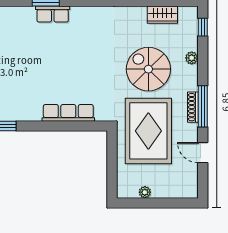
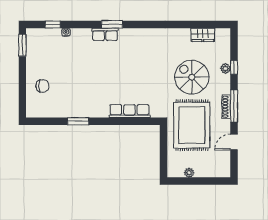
row of seats: (53, 14) -> (105, 34), moved
window: (203, 27) -> (234, 67), moved
door: (203, 153) -> (234, 142), hinge flipped

